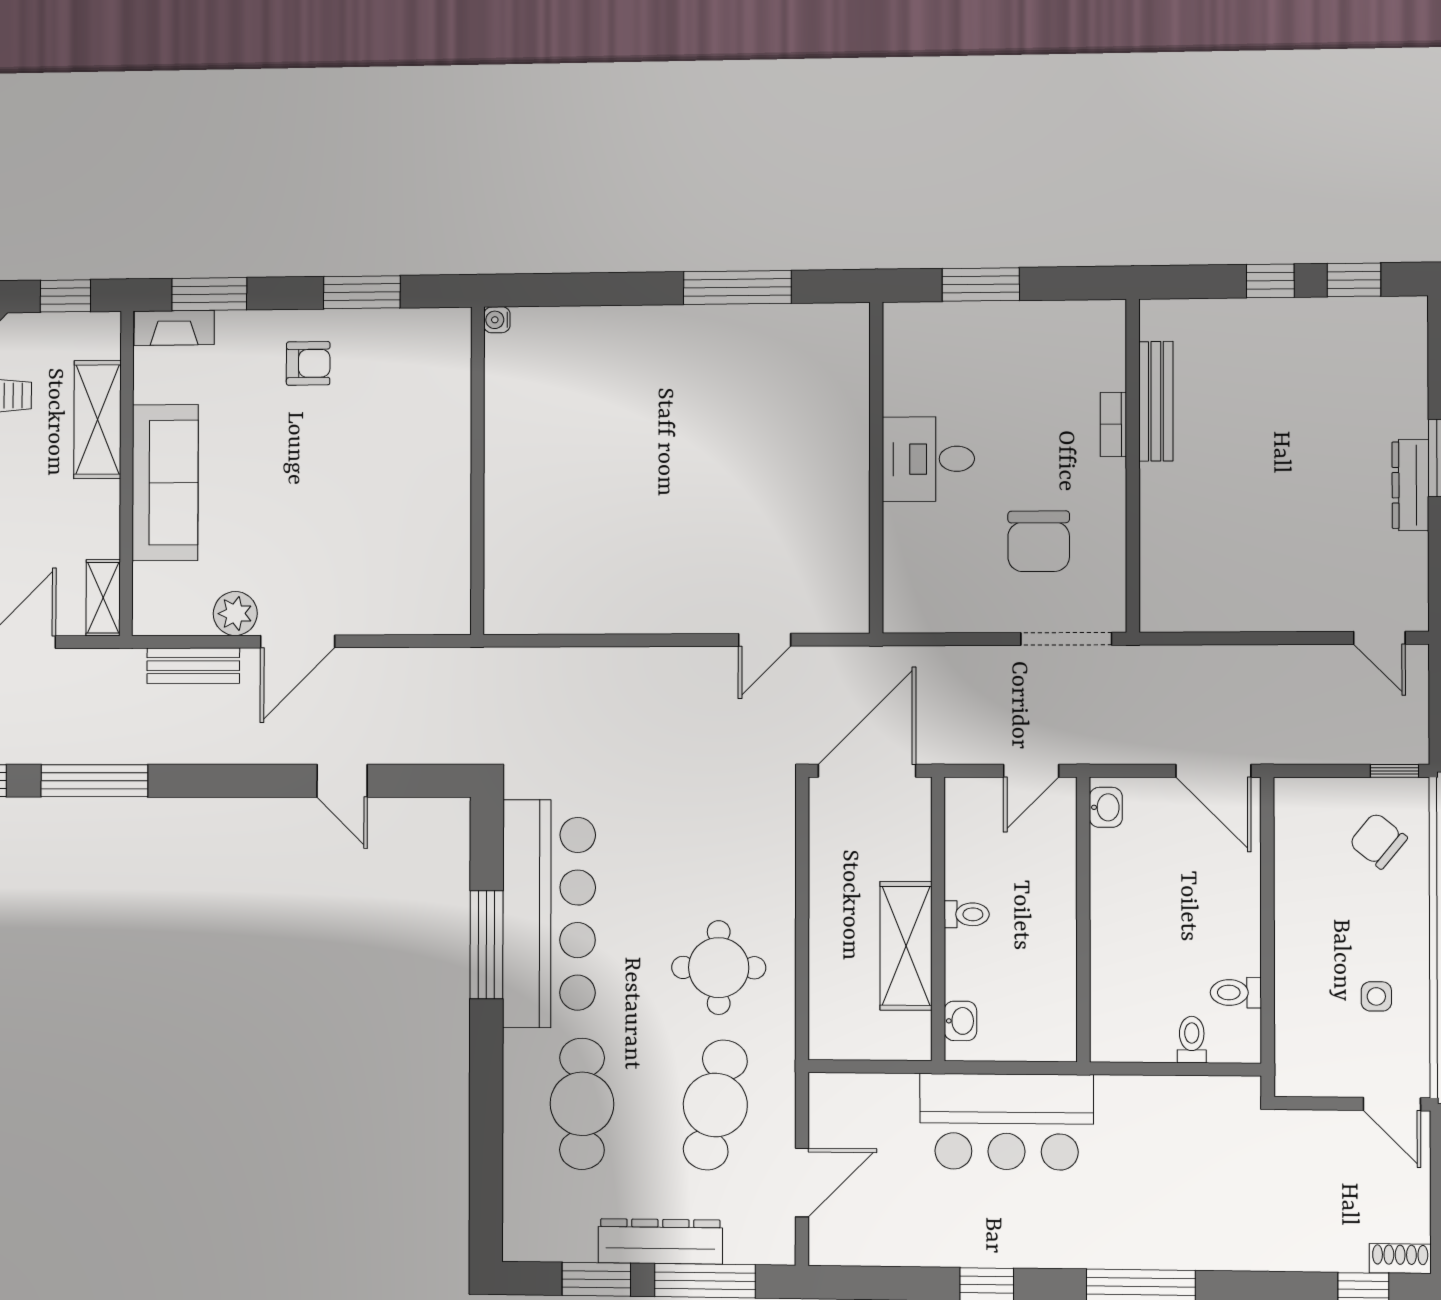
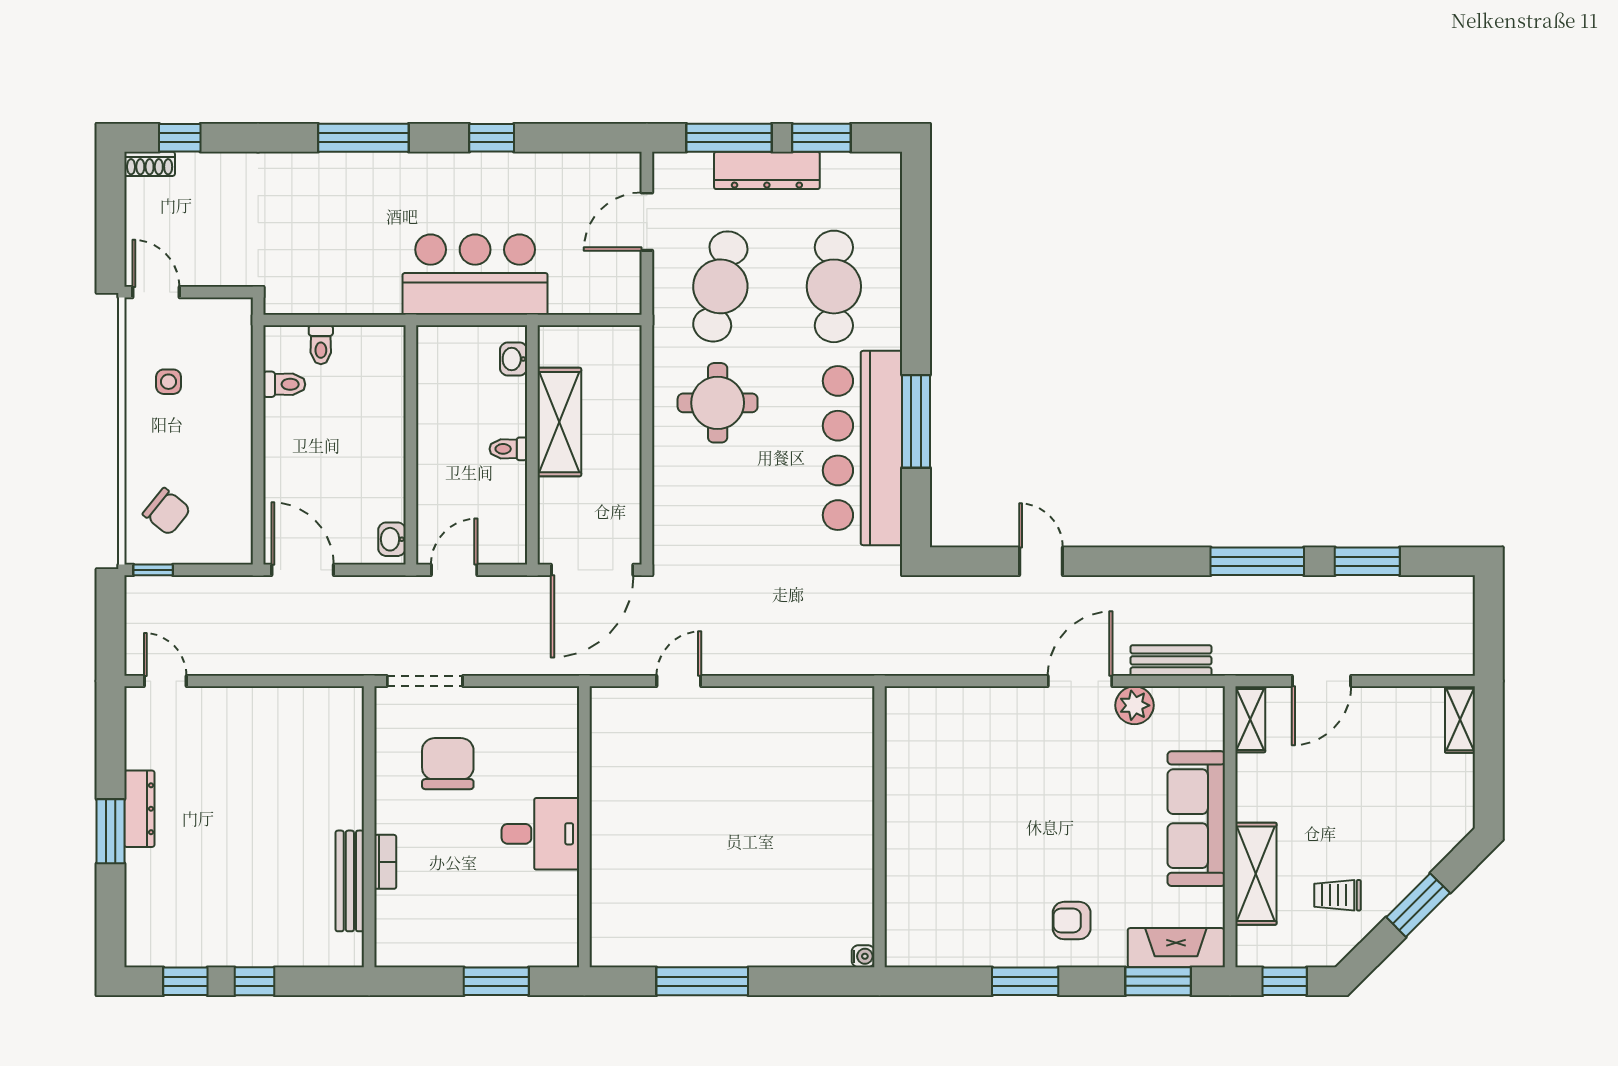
water cooler: (497, 320) -> (863, 956), moved
fireplace: (174, 328) -> (1176, 948), width x1.37, depth x1.32
wall: (478, 471) -> (880, 827), moved

